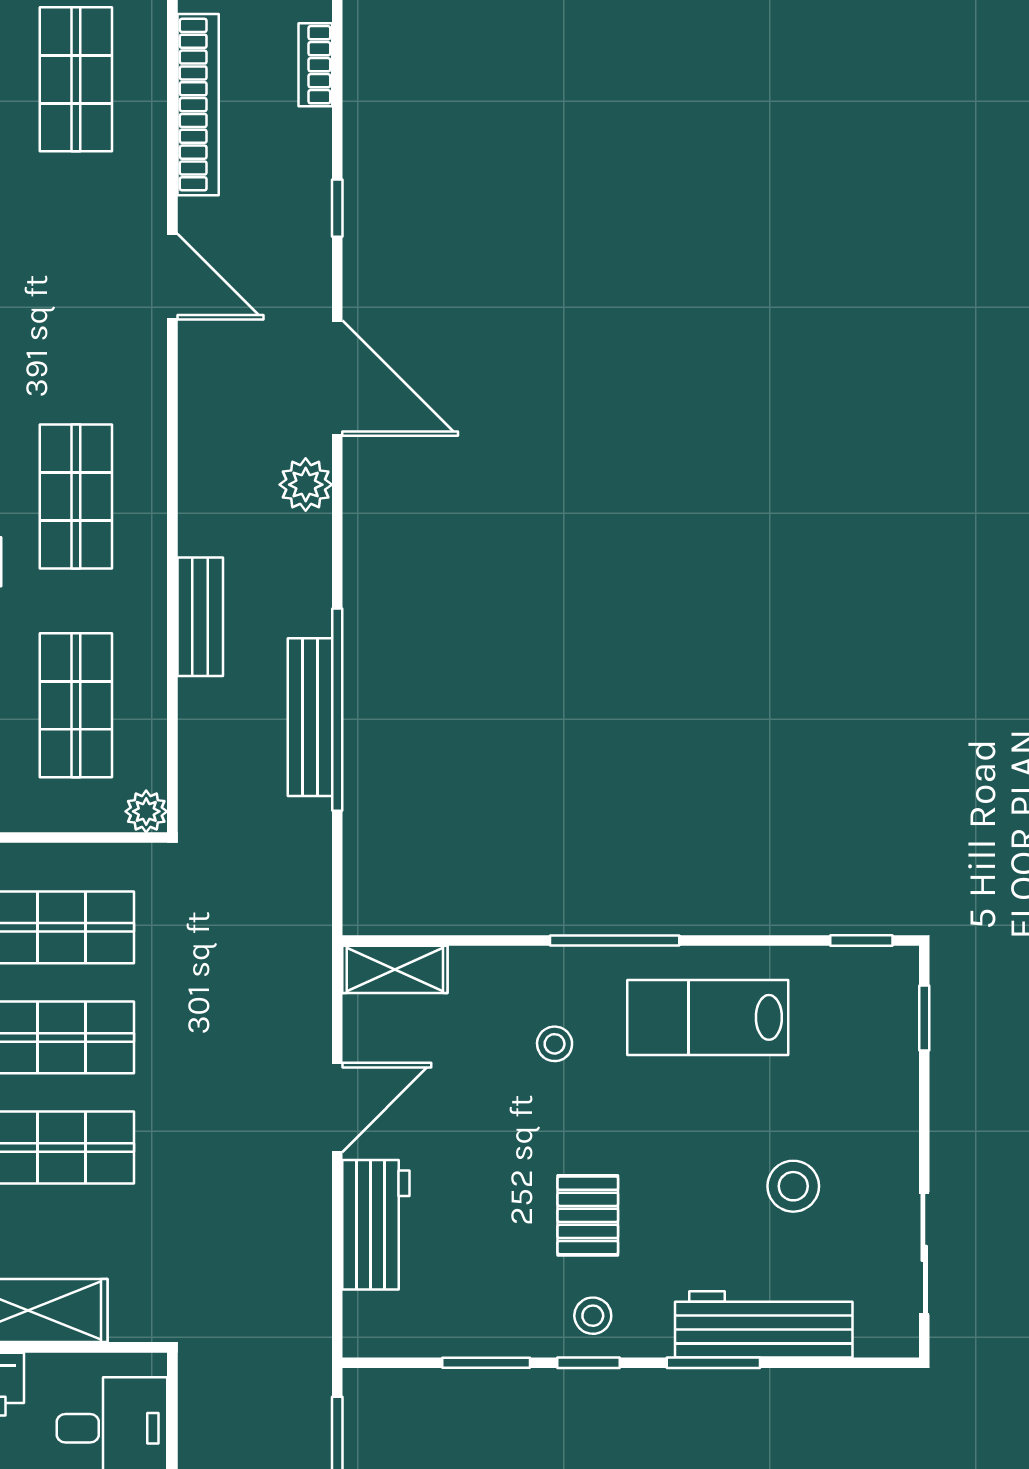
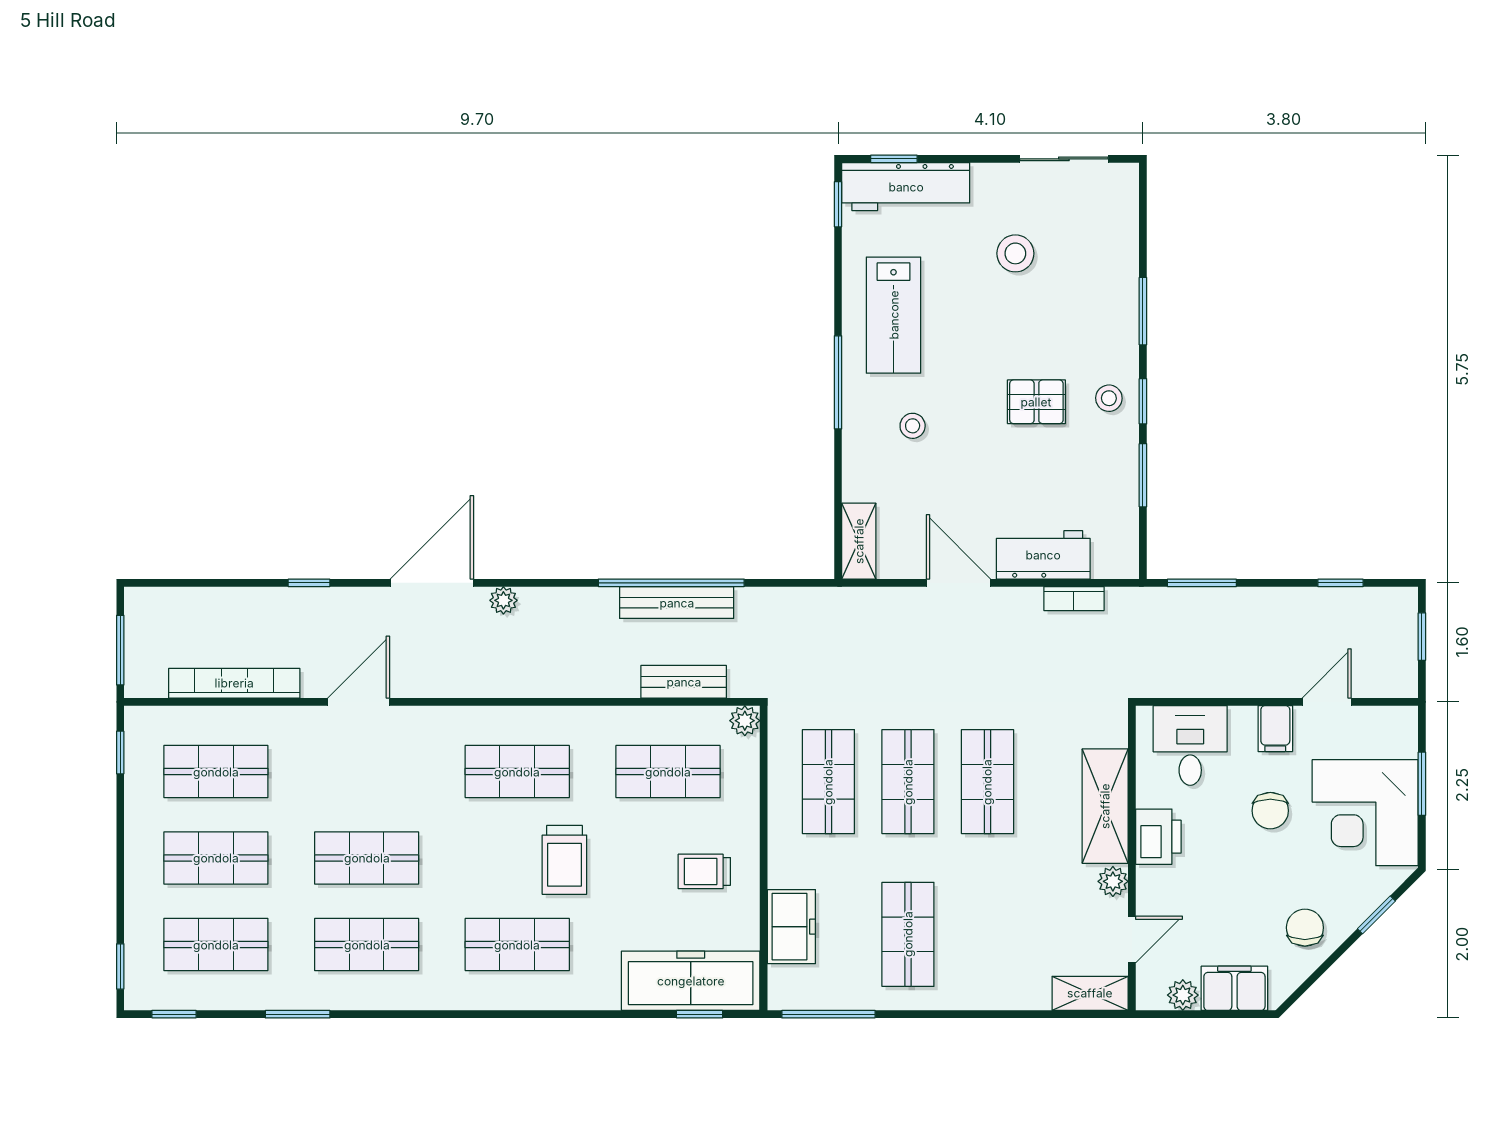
bookcase: (315, 65) -> (1074, 599), moved
plant: (306, 485) -> (503, 600), width x0.73, depth x0.73
bench: (200, 617) -> (684, 682), moved
workbench: (764, 1324) -> (906, 187), moved, turned -90

